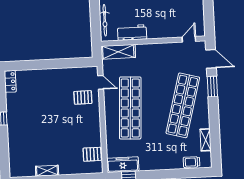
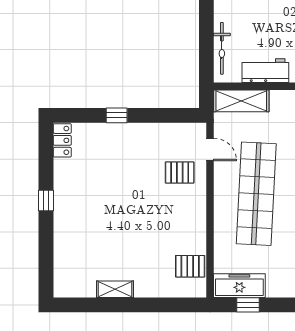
window: (43, 64) -> (117, 115), added

